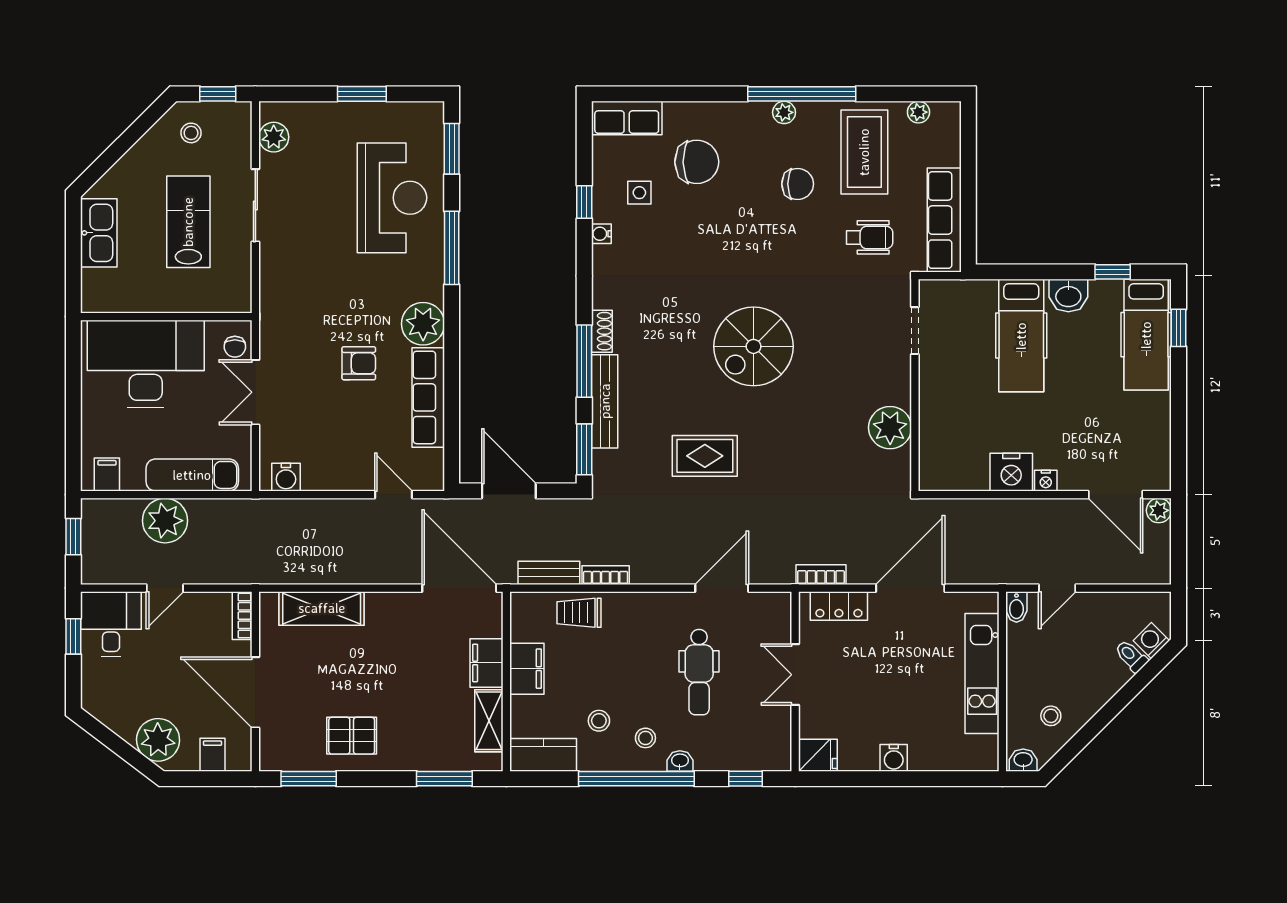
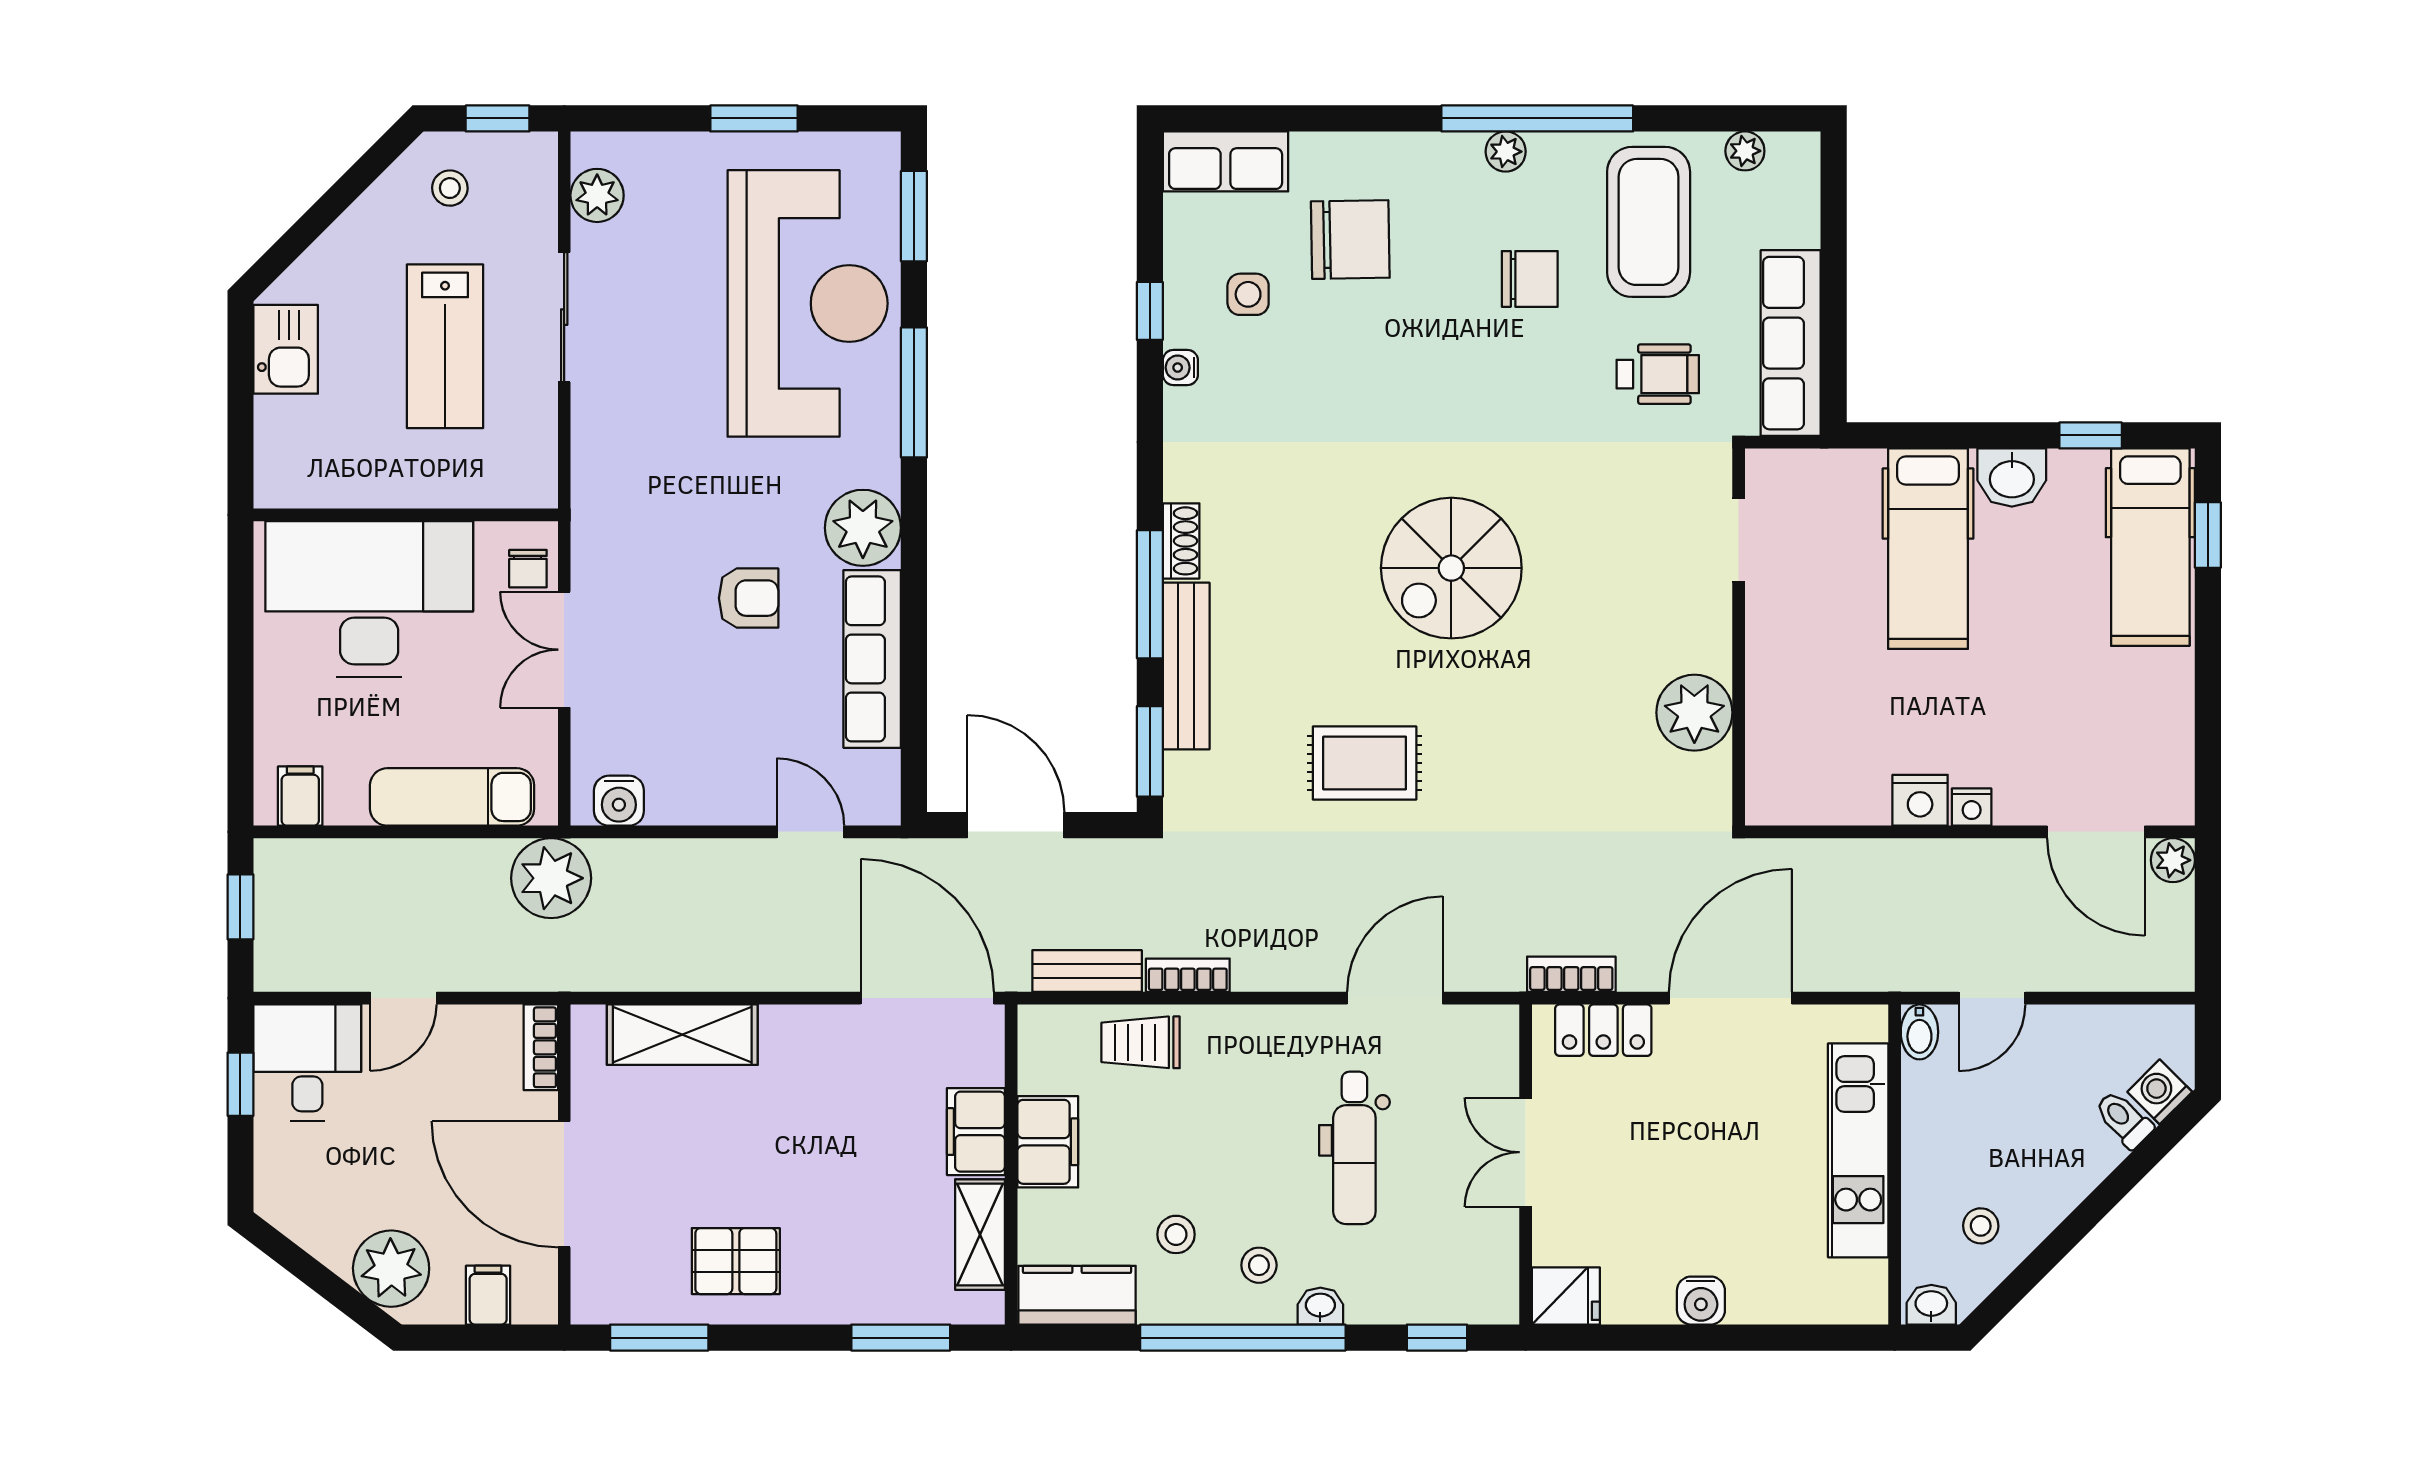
reception desk: (392, 198) -> (808, 303), width x1.36, depth x1.30
lab bench: (188, 222) -> (445, 346), turned 180
kitchen sink: (99, 233) -> (286, 349), width x0.73
nightstand: (1011, 472) -> (1920, 800), width x0.74, depth x0.75
plant: (165, 521) -> (551, 878), moved

